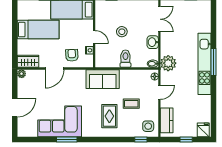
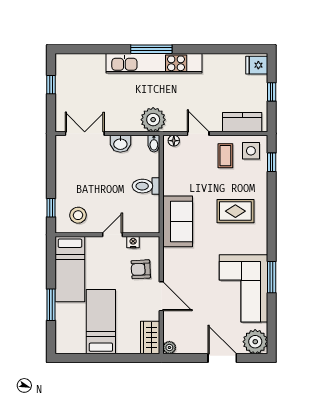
stool: (122, 32) -> (78, 215), moved
coffee table: (131, 104) -> (225, 156), moved
plant: (25, 129) -> (255, 342), added

